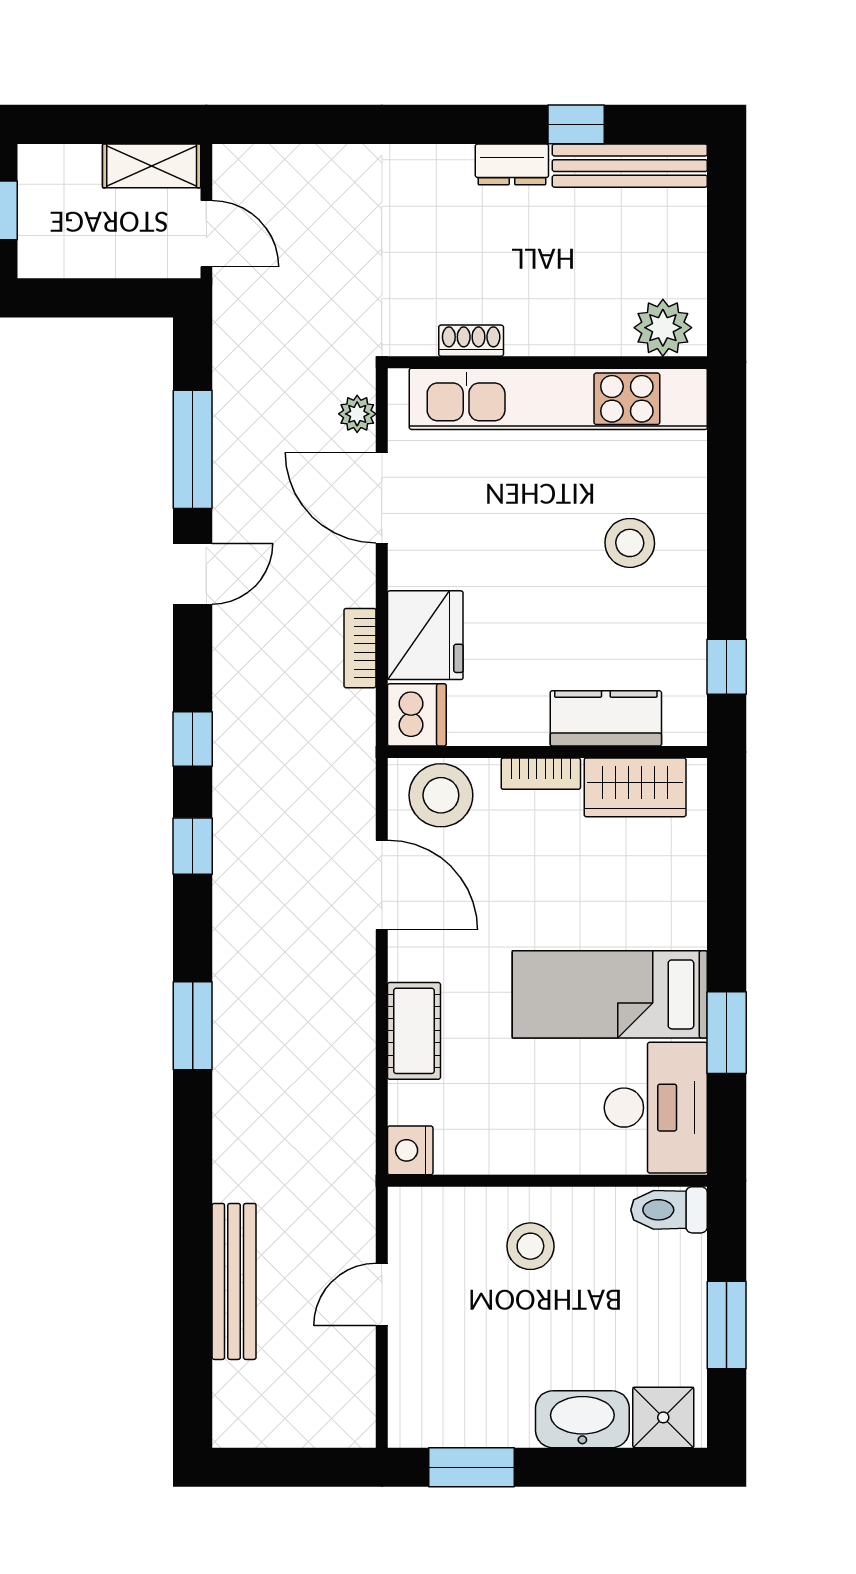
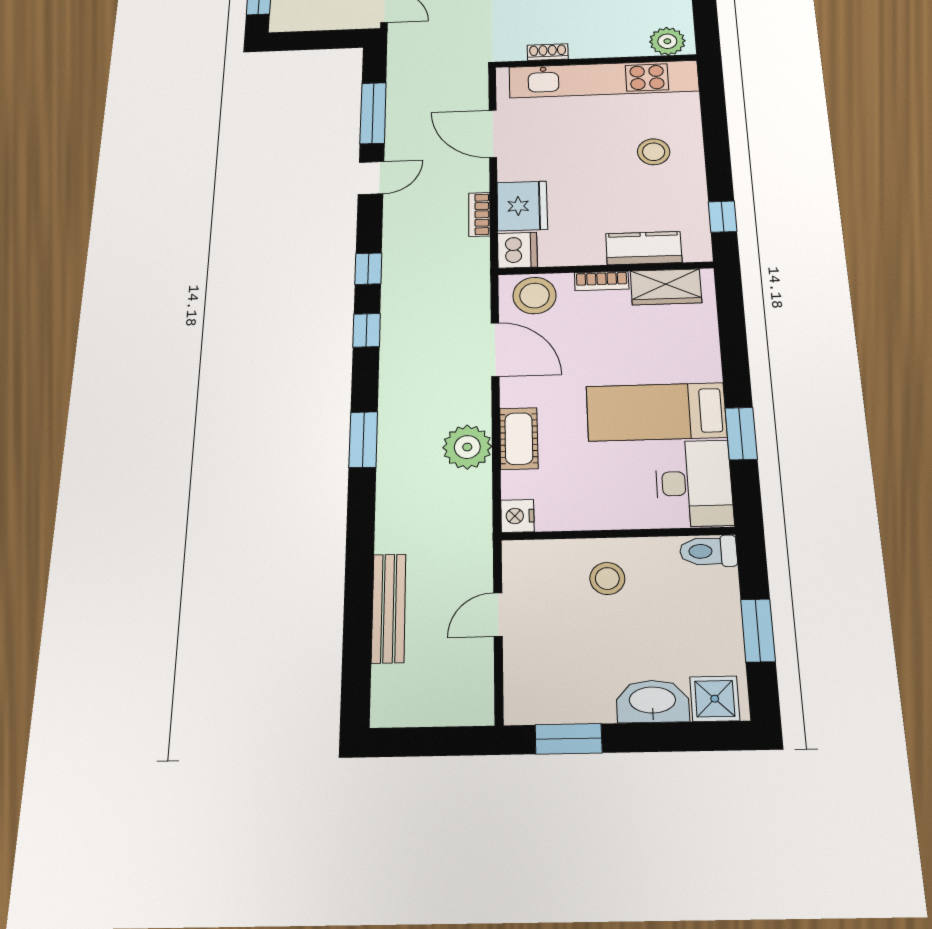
plant: (357, 414) -> (467, 447), moved, width x1.88, depth x1.88

